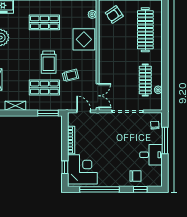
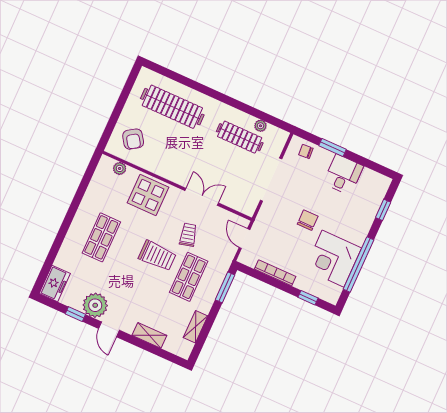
double door: (98, 96) -> (202, 197), moved
door: (84, 111) -> (244, 239), hinge flipped
window: (165, 140) -> (333, 147), width x0.69
corner desk: (82, 169) -> (333, 259), moved, turned -90
chair: (136, 176) -> (308, 220), moved

